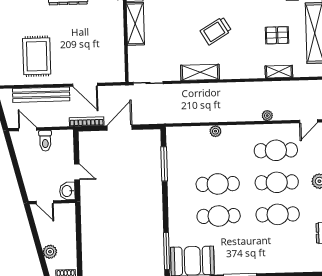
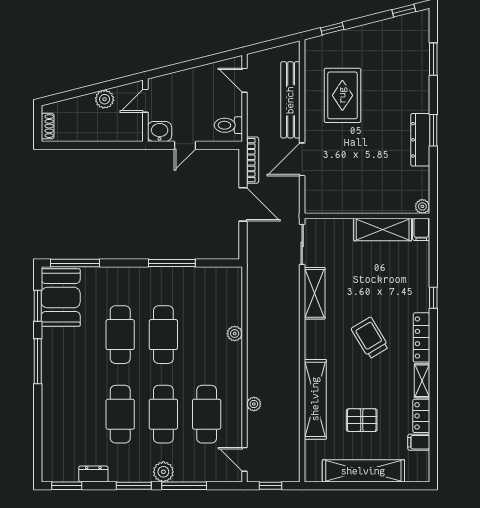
pallet: (277, 35) -> (362, 420), turned 90
rug: (37, 56) -> (342, 95), turned 90
shelving: (200, 72) -> (315, 293), moved
shelving: (279, 72) -> (315, 399), width x2.20, depth x1.33
door: (28, 129) -> (244, 80), swing flipped
toilet: (45, 141) -> (228, 125), moved
window: (164, 164) -> (172, 263), moved
plant: (50, 252) -> (105, 99), moved

